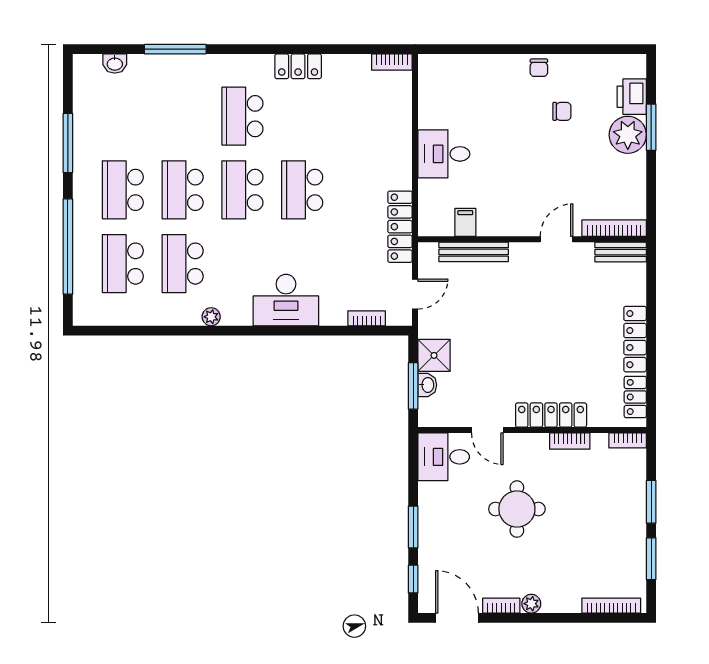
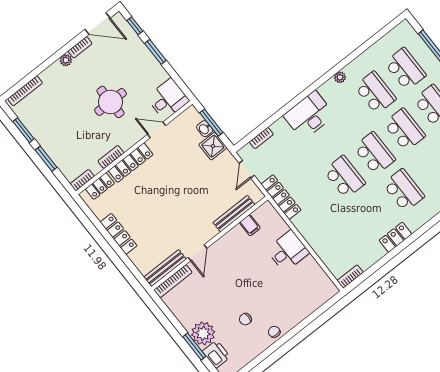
bench: (621, 252) -> (165, 268), width x1.36
locker: (635, 397) -> (100, 186), moved, turned 90

